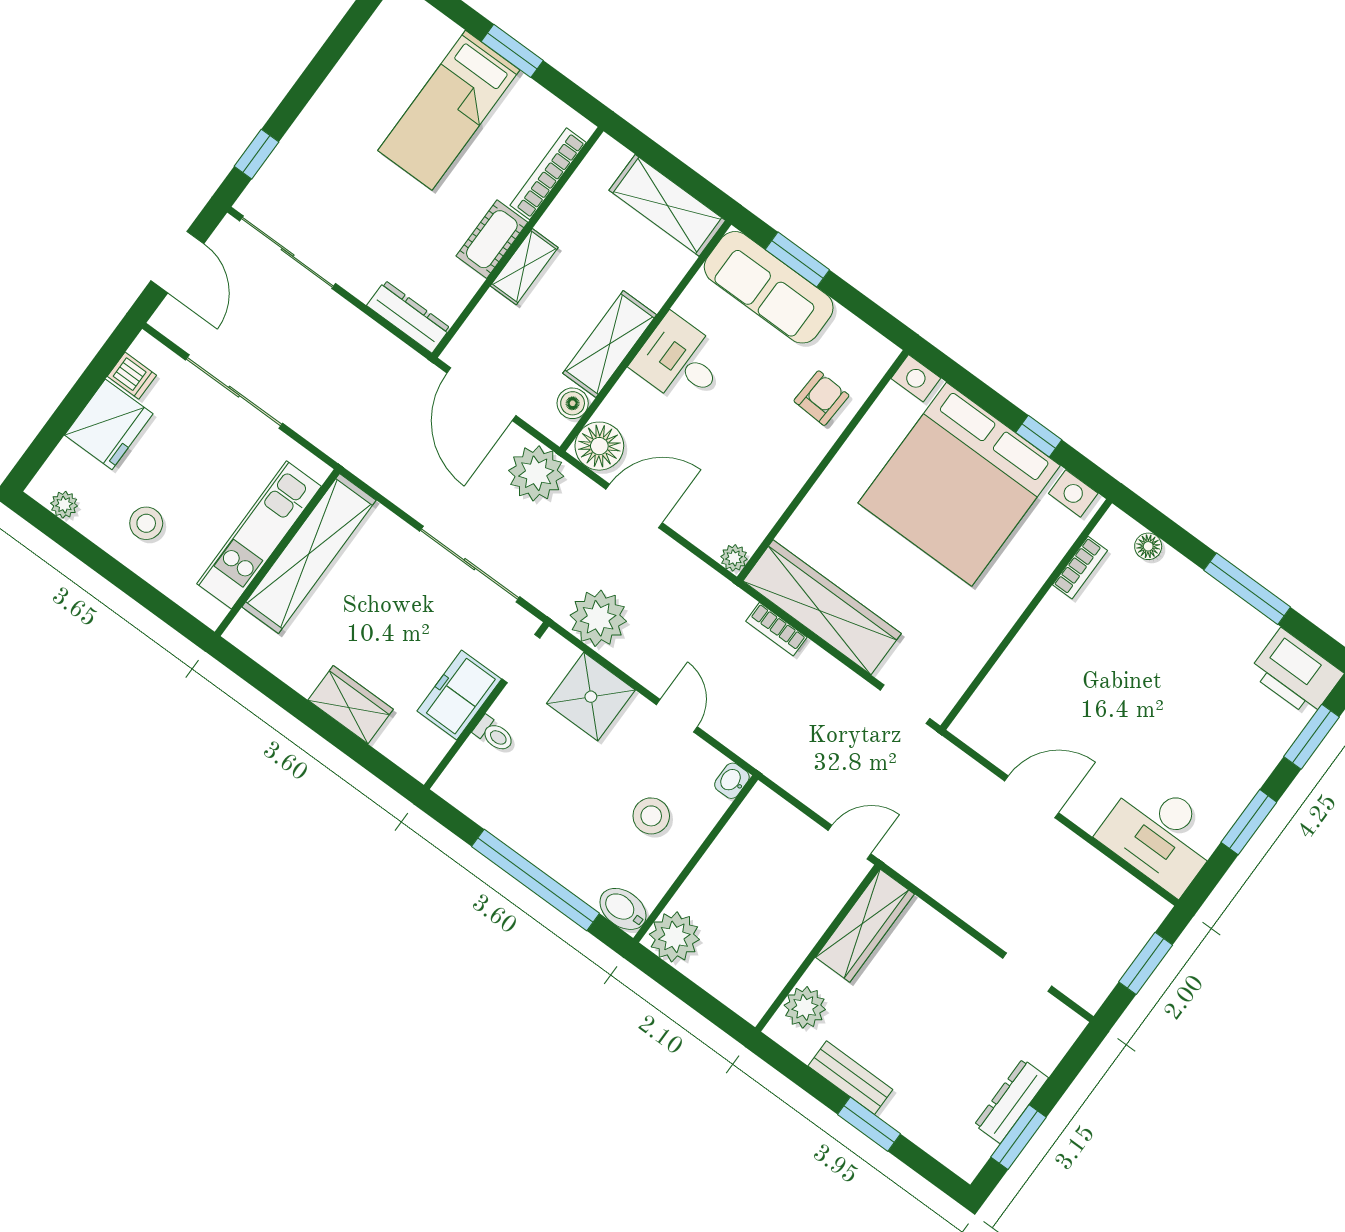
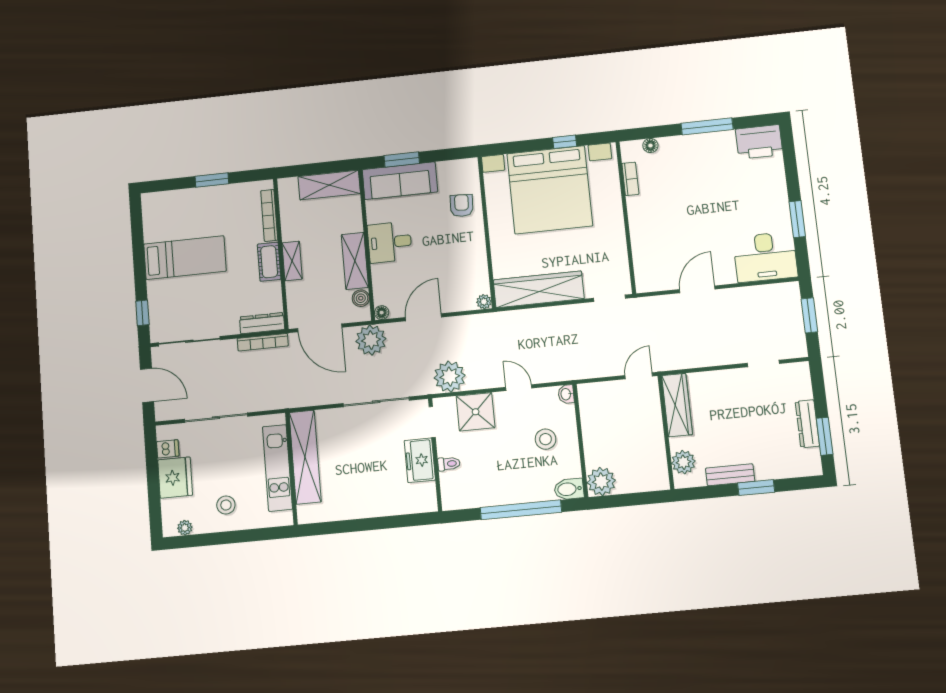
bed: (449, 110) -> (185, 258), moved, turned -90
floor lamp: (599, 446) -> (382, 313), width x0.53, depth x0.53
bookcase: (776, 629) -> (263, 342), moved, width x1.56
wardrobe: (351, 705) -> (378, 505), removed
window: (1311, 737) -> (790, 162), removed

